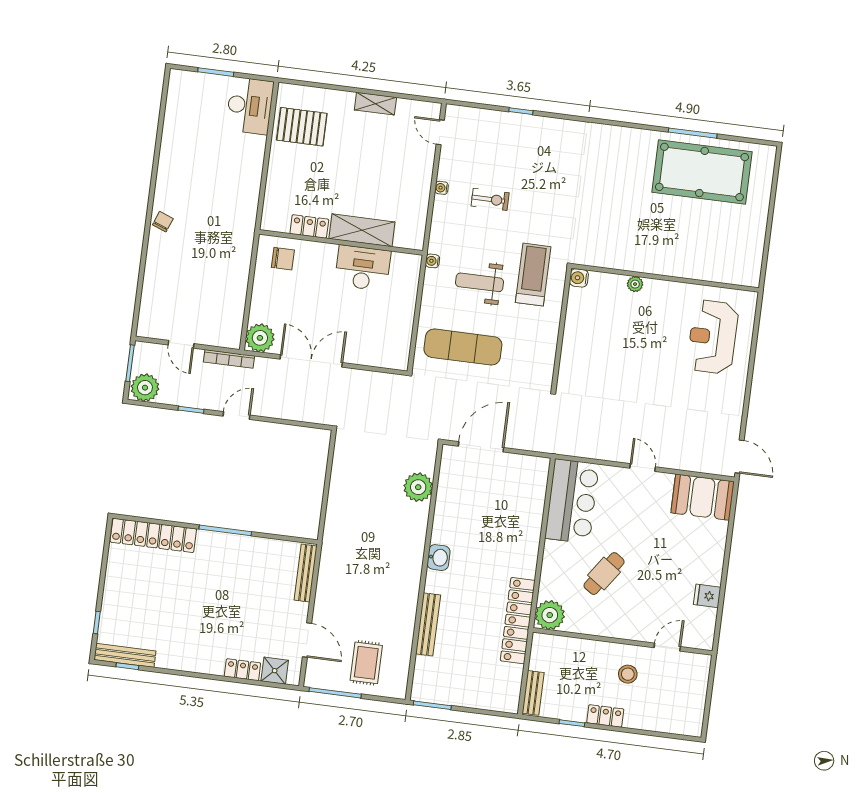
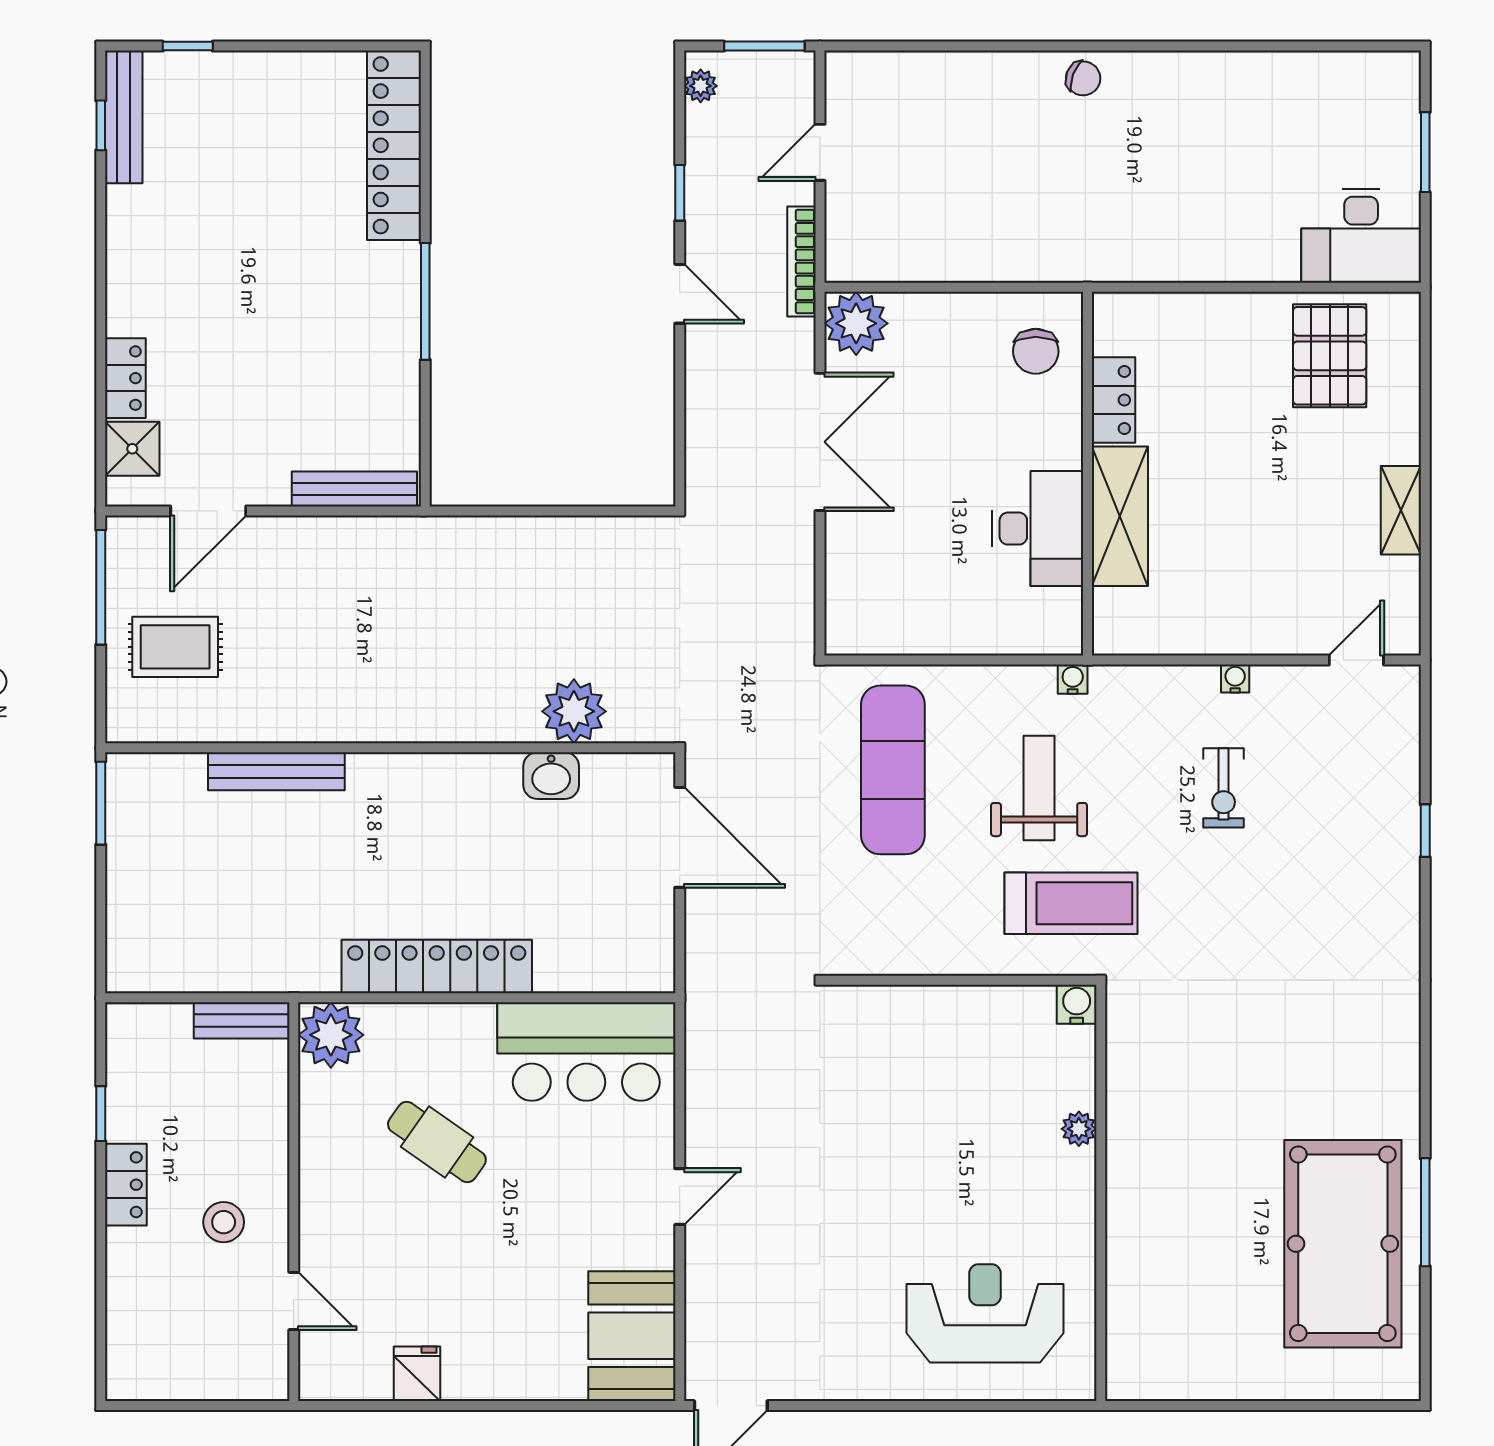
plant: (145, 388) -> (701, 86), width x0.53, depth x0.53
washbasin: (439, 558) -> (551, 776), moved
locker: (518, 621) -> (437, 966), moved
bench: (533, 693) -> (242, 1020), moved

